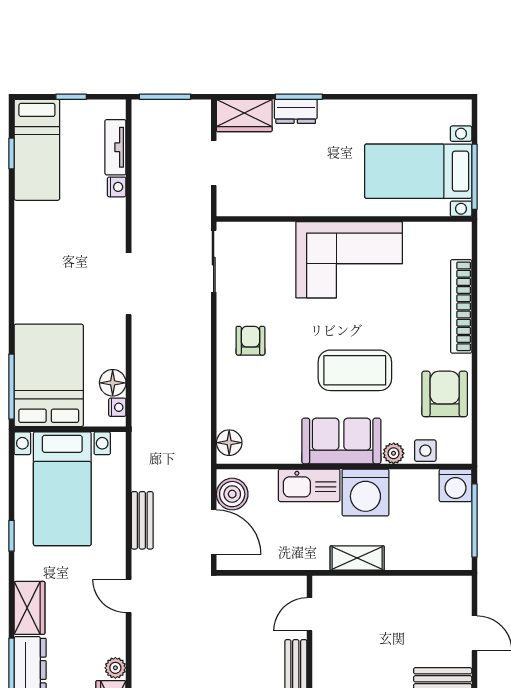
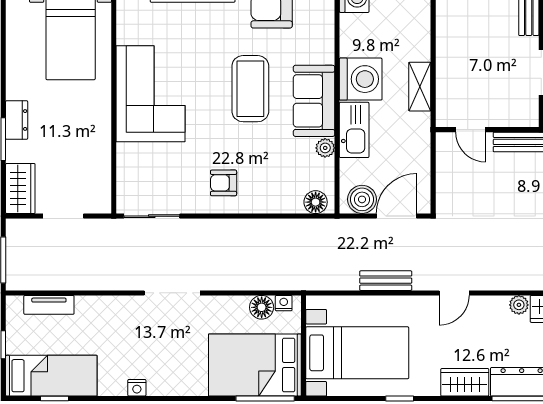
dresser: (296, 111) -> (17, 120), moved
nightstand: (117, 187) -> (137, 388), moved, turned 180
side table: (425, 451) -> (323, 25), removed
plant: (394, 453) -> (325, 148), moved

